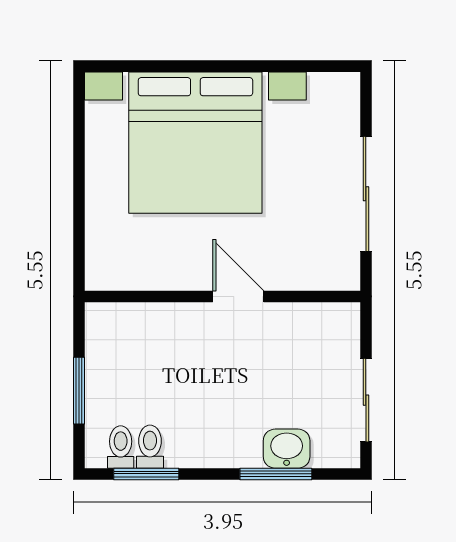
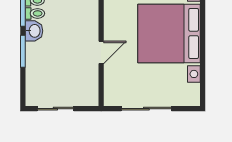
washbasin: (287, 449) -> (34, 31), moved
window: (276, 474) -> (23, 51), moved

